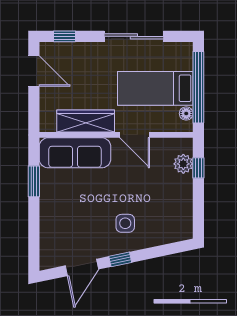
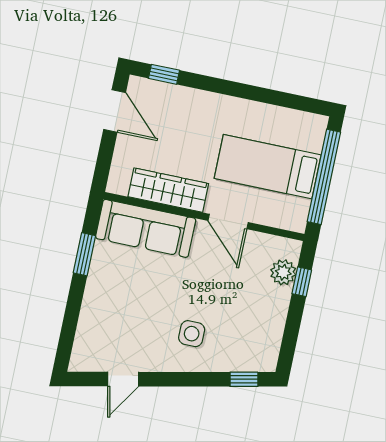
sliding door: (134, 36) -> (254, 93), removed
floor lamp: (186, 113) -> (301, 208), removed
window: (120, 259) -> (244, 379), moved
door: (82, 267) -> (123, 379), width x0.73

